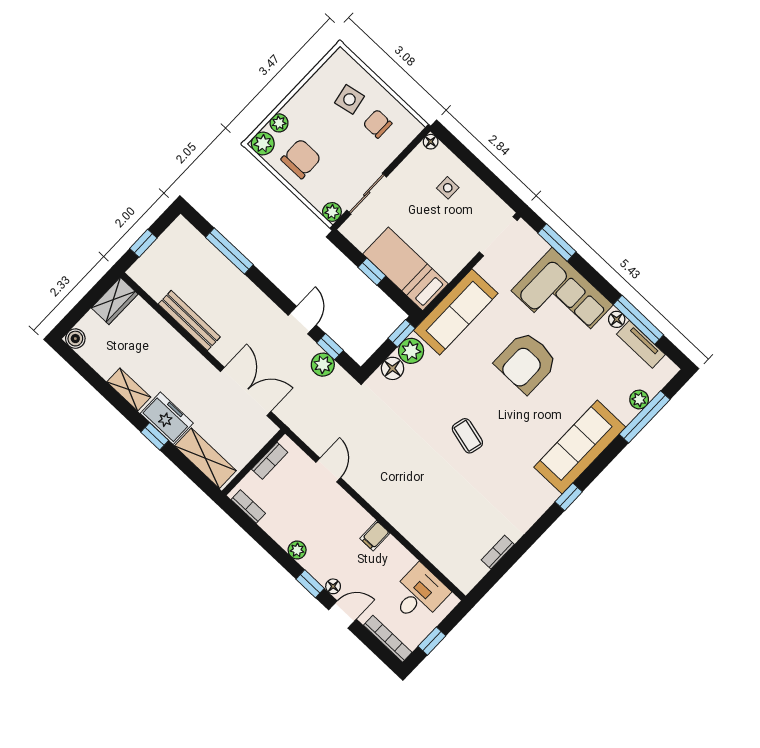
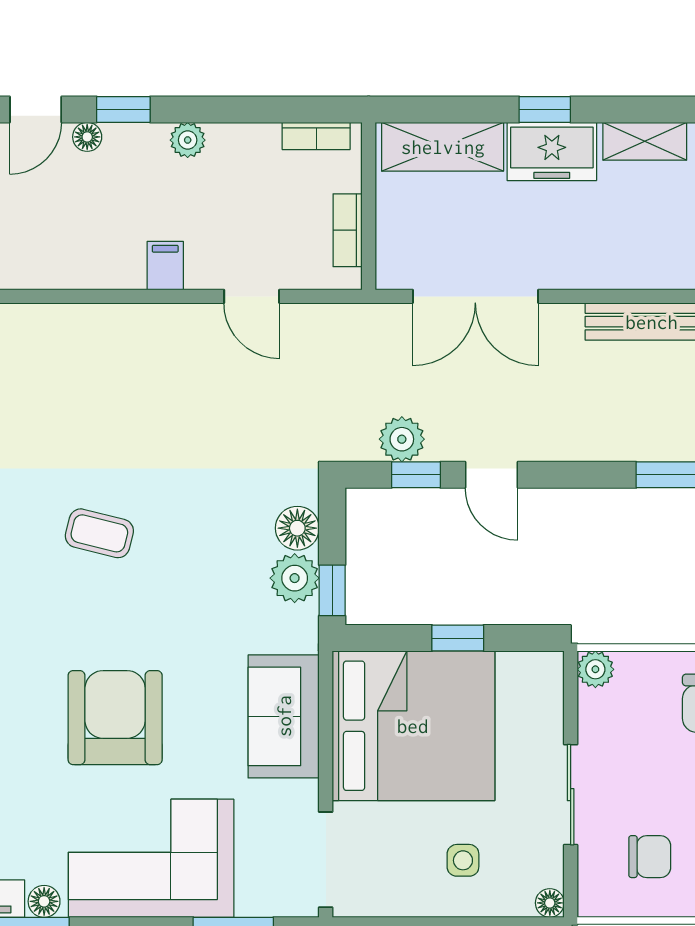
sliding door: (367, 194) -> (571, 795), moved
bed: (405, 269) -> (413, 726), width x2.04
sofa: (456, 312) -> (284, 716), width x0.73
filing cabinet: (375, 536) -> (165, 266), moved

